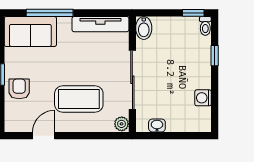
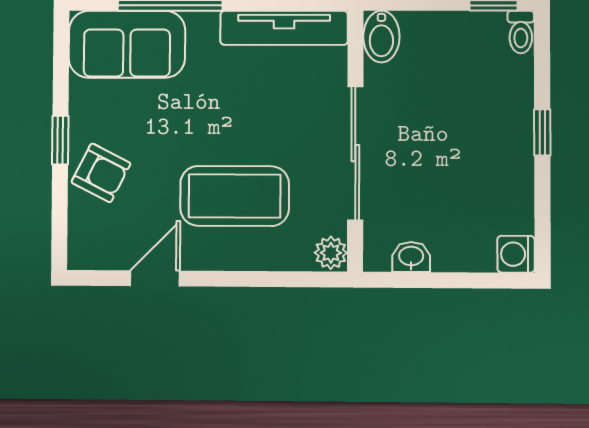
window: (215, 56) -> (542, 132), moved
armchair: (19, 89) -> (101, 173), turned 117
washing machine: (203, 98) -> (516, 254), moved

